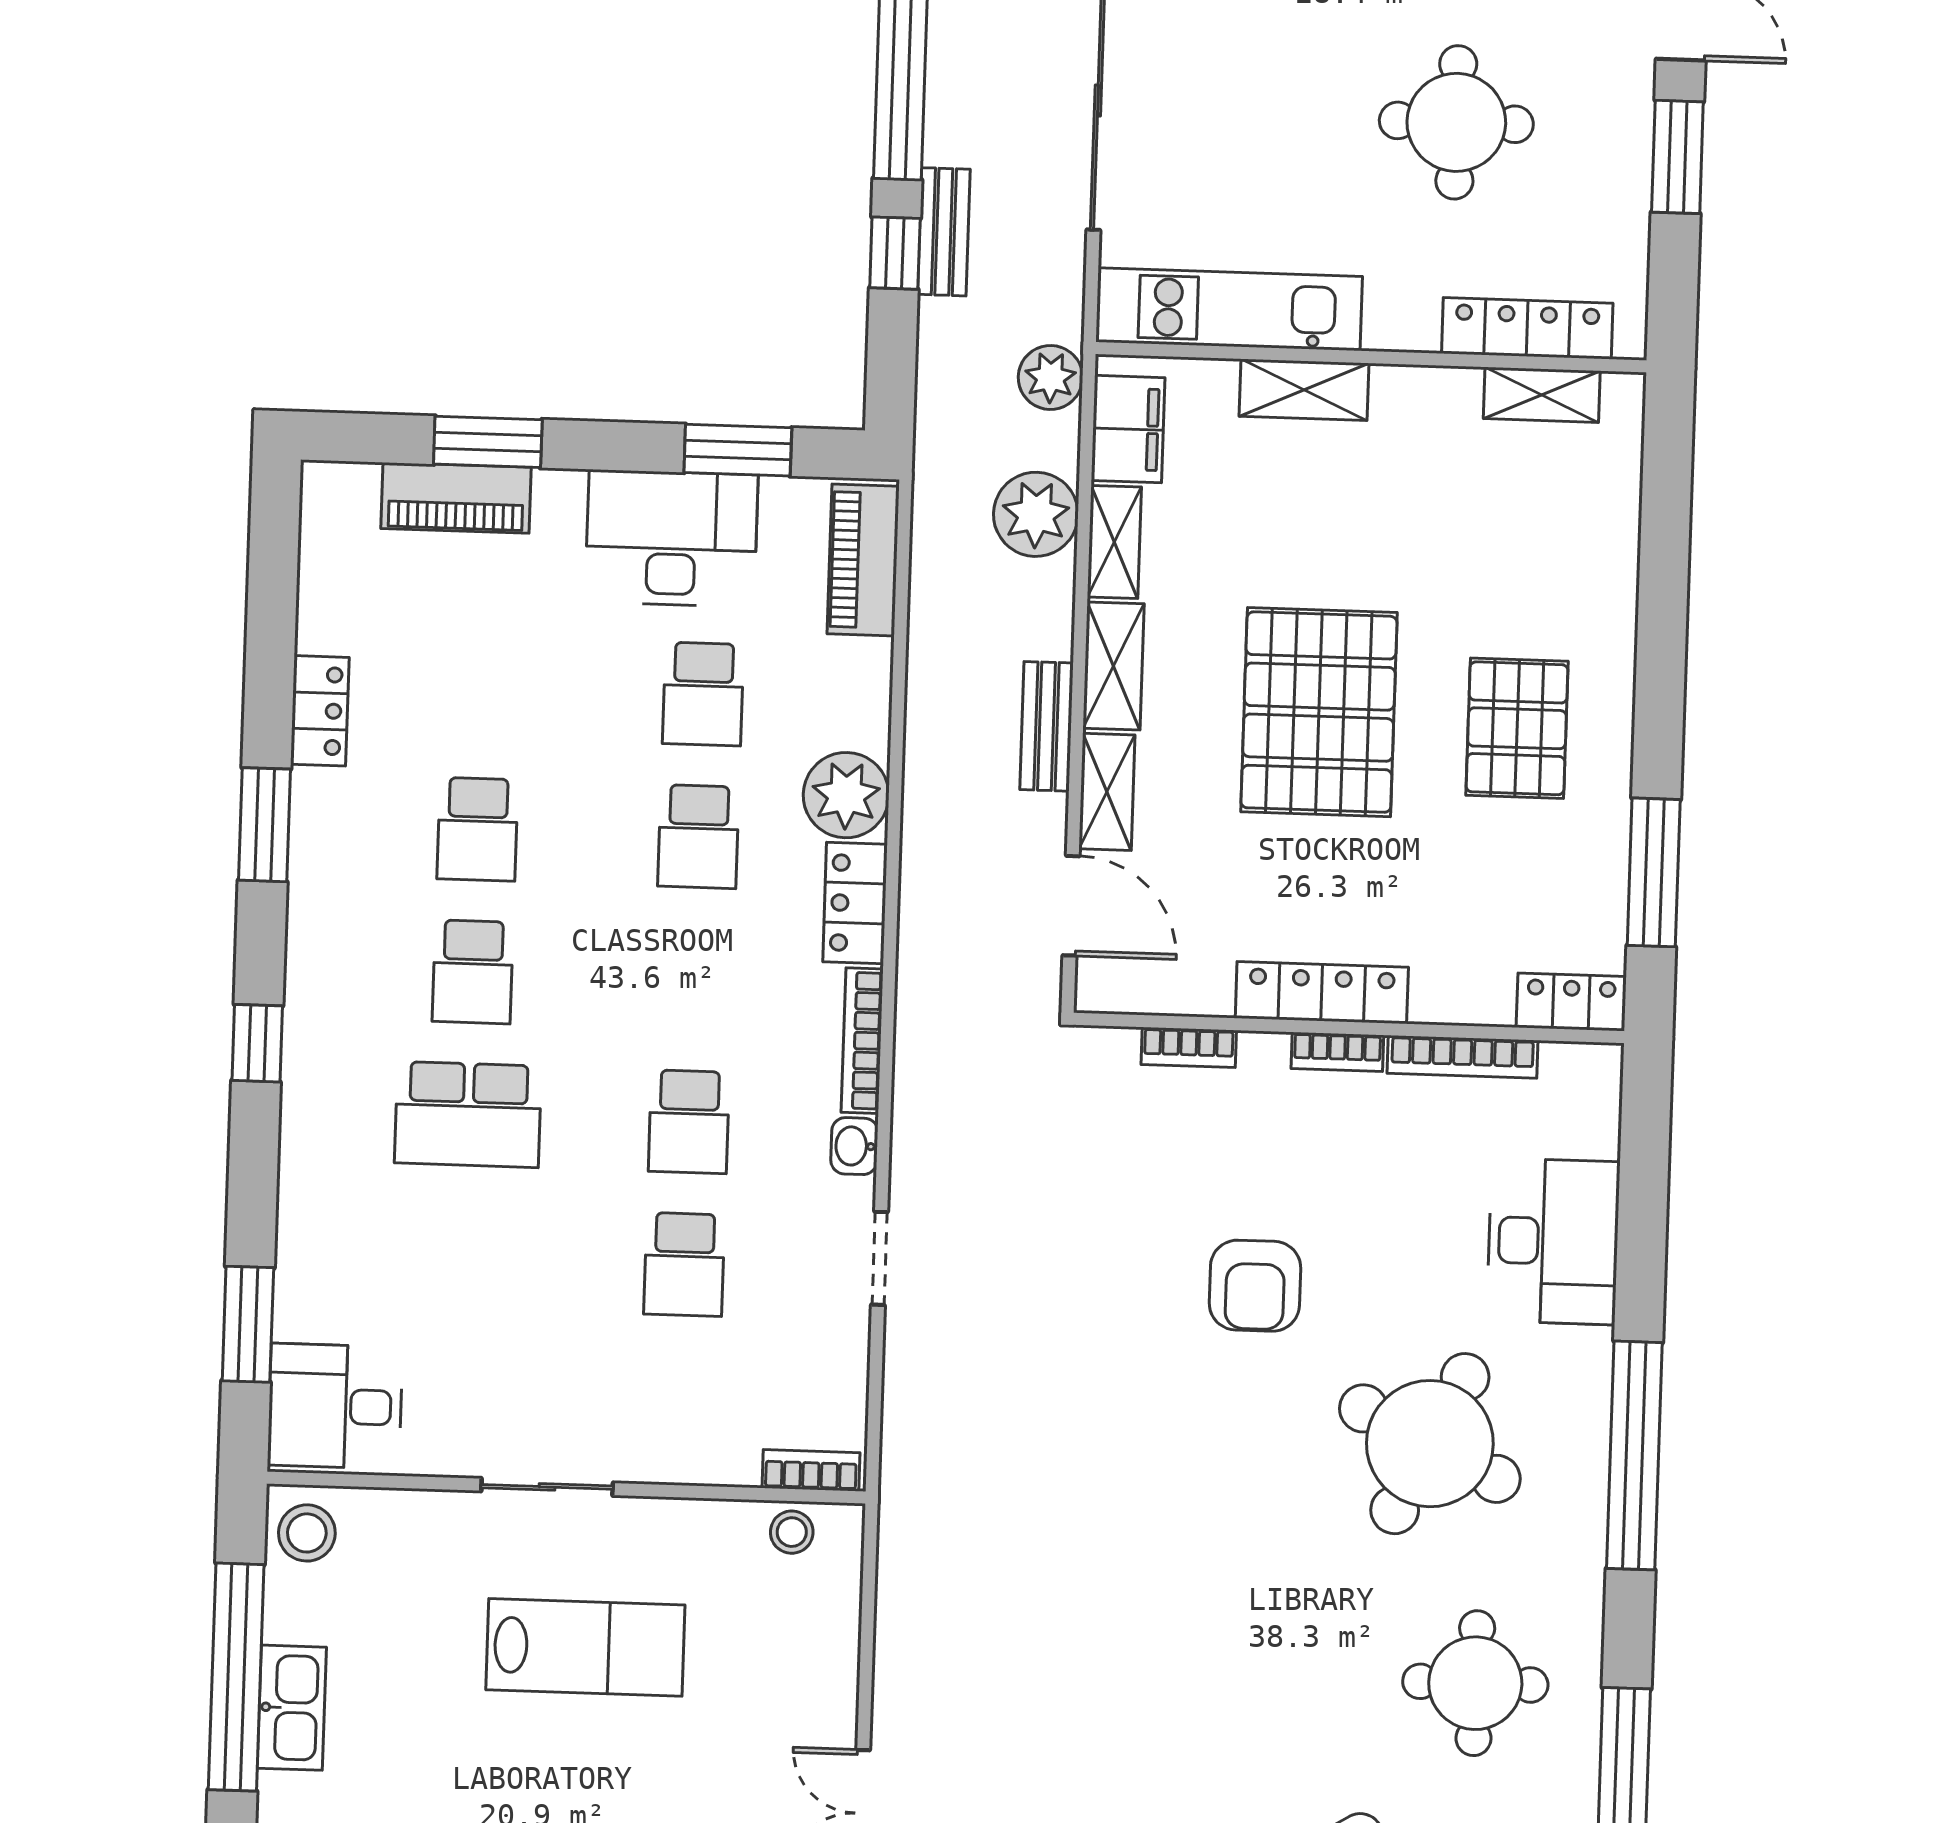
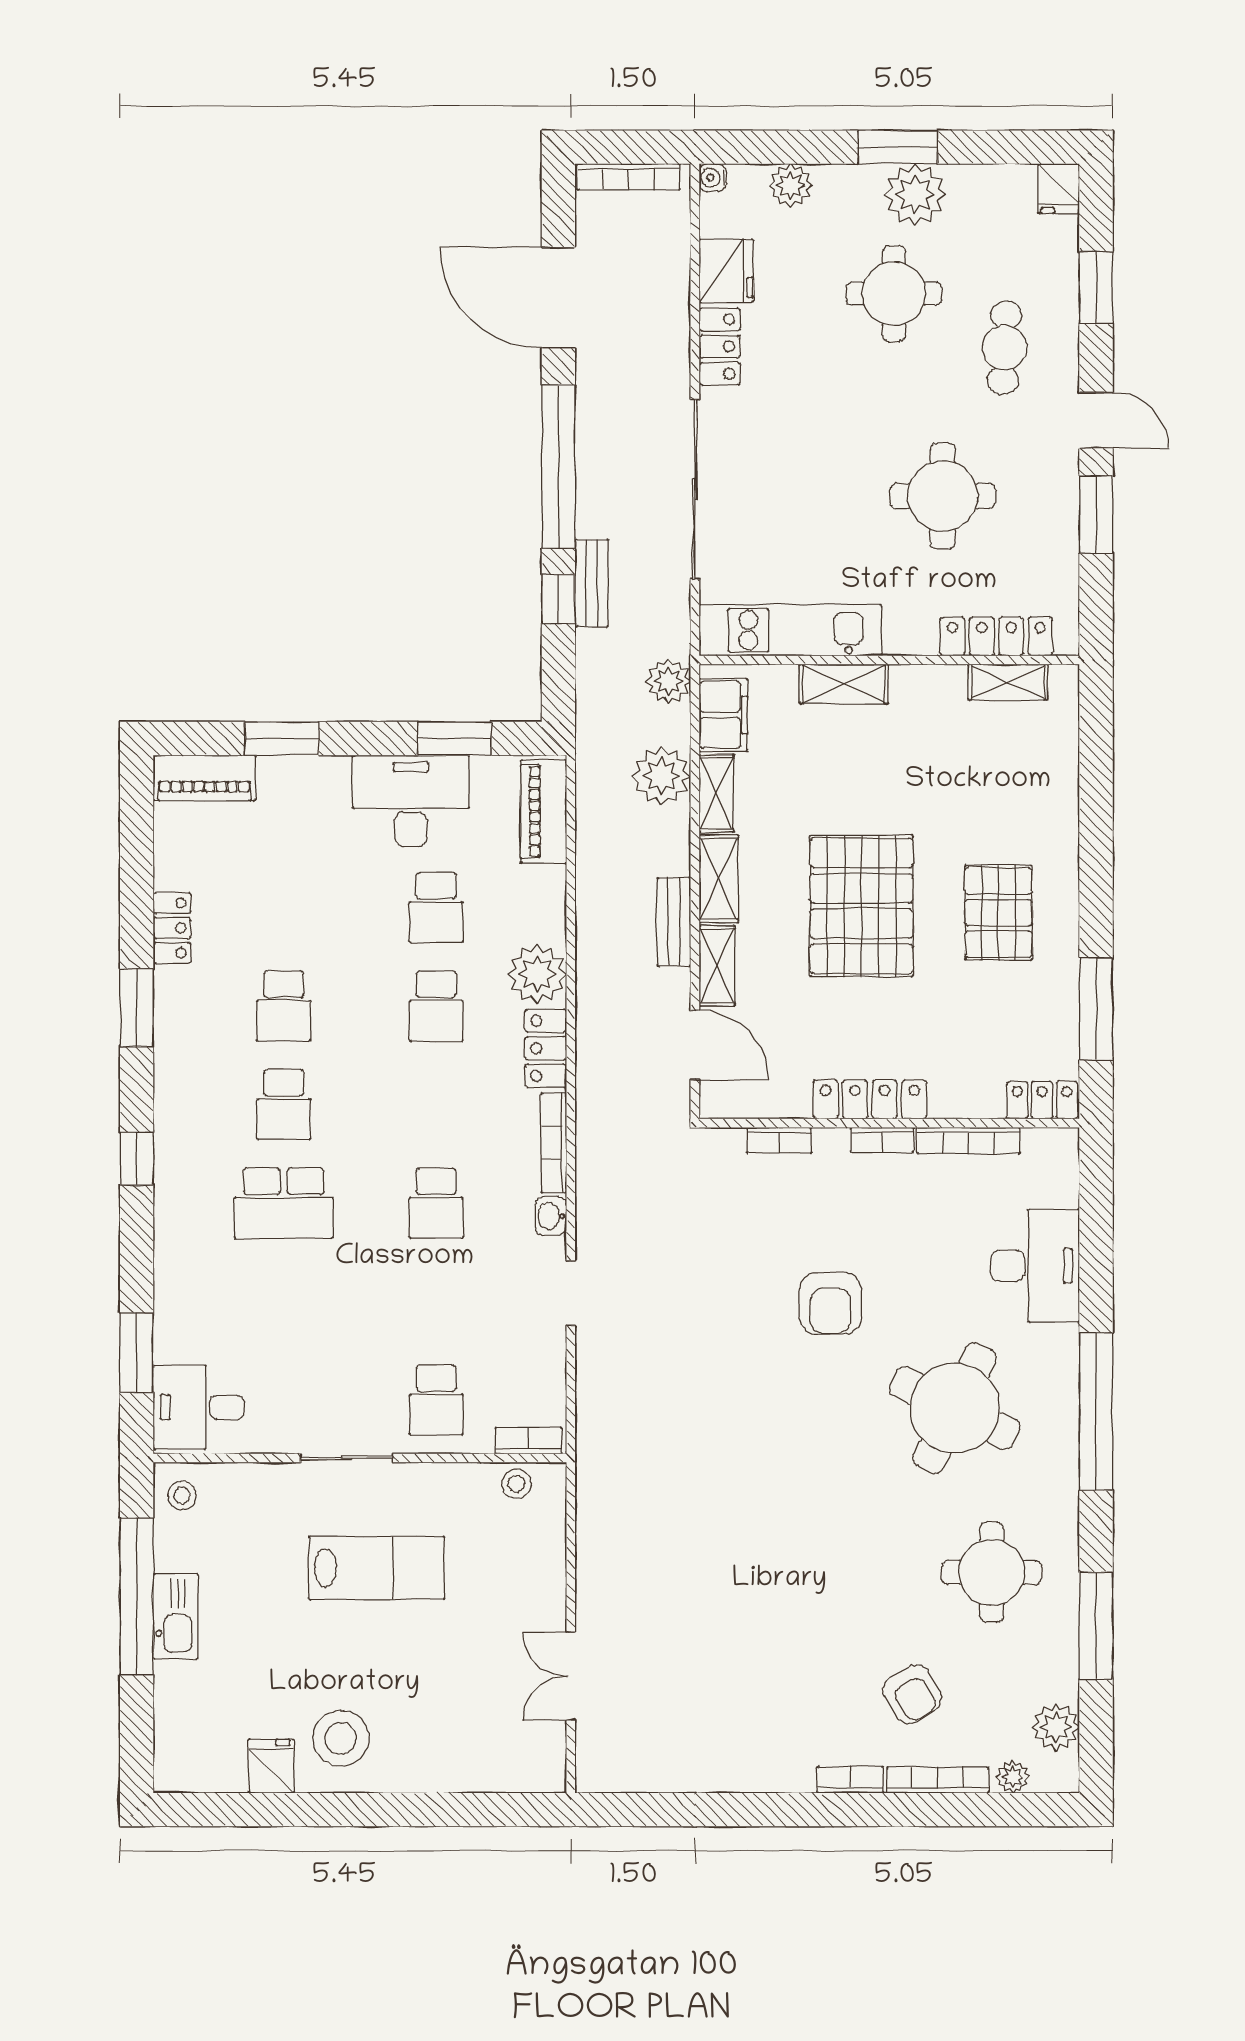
piano: (456, 498) -> (204, 778), moved
school desk: (684, 1264) -> (436, 1400), moved
stool: (307, 1533) -> (182, 1495), width x0.73, depth x0.73

